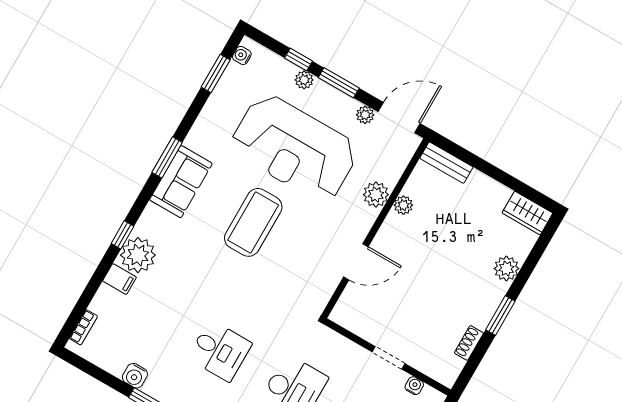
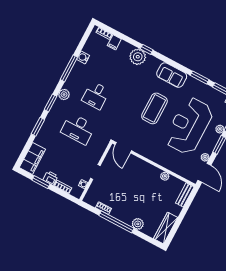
window: (167, 157) -> (200, 78), moved
plant: (376, 195) -> (169, 164), removed
wardrobe: (527, 213) -> (166, 228), width x1.50
coffee table: (253, 222) -> (154, 108), turned 90
door: (356, 262) -> (123, 148), moved
filing cabinet: (119, 279) -> (114, 42), moved
window: (500, 315) -> (116, 222), width x2.11

